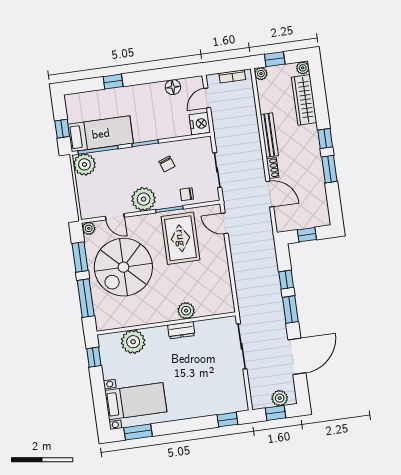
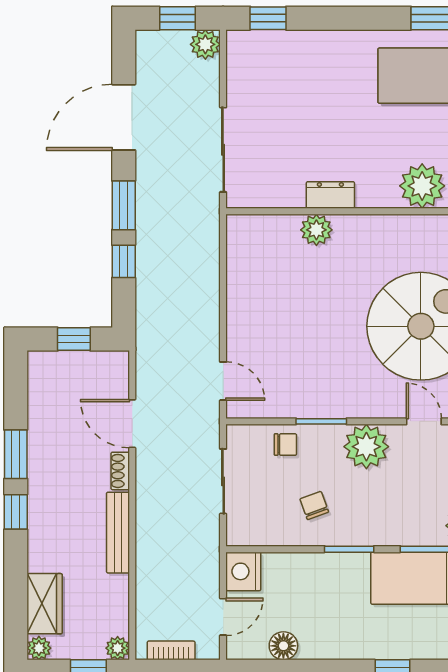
wardrobe: (304, 100) -> (45, 604), width x0.67
rug: (181, 238) -> (308, 365), removed
plant: (280, 398) -> (205, 44), moved

